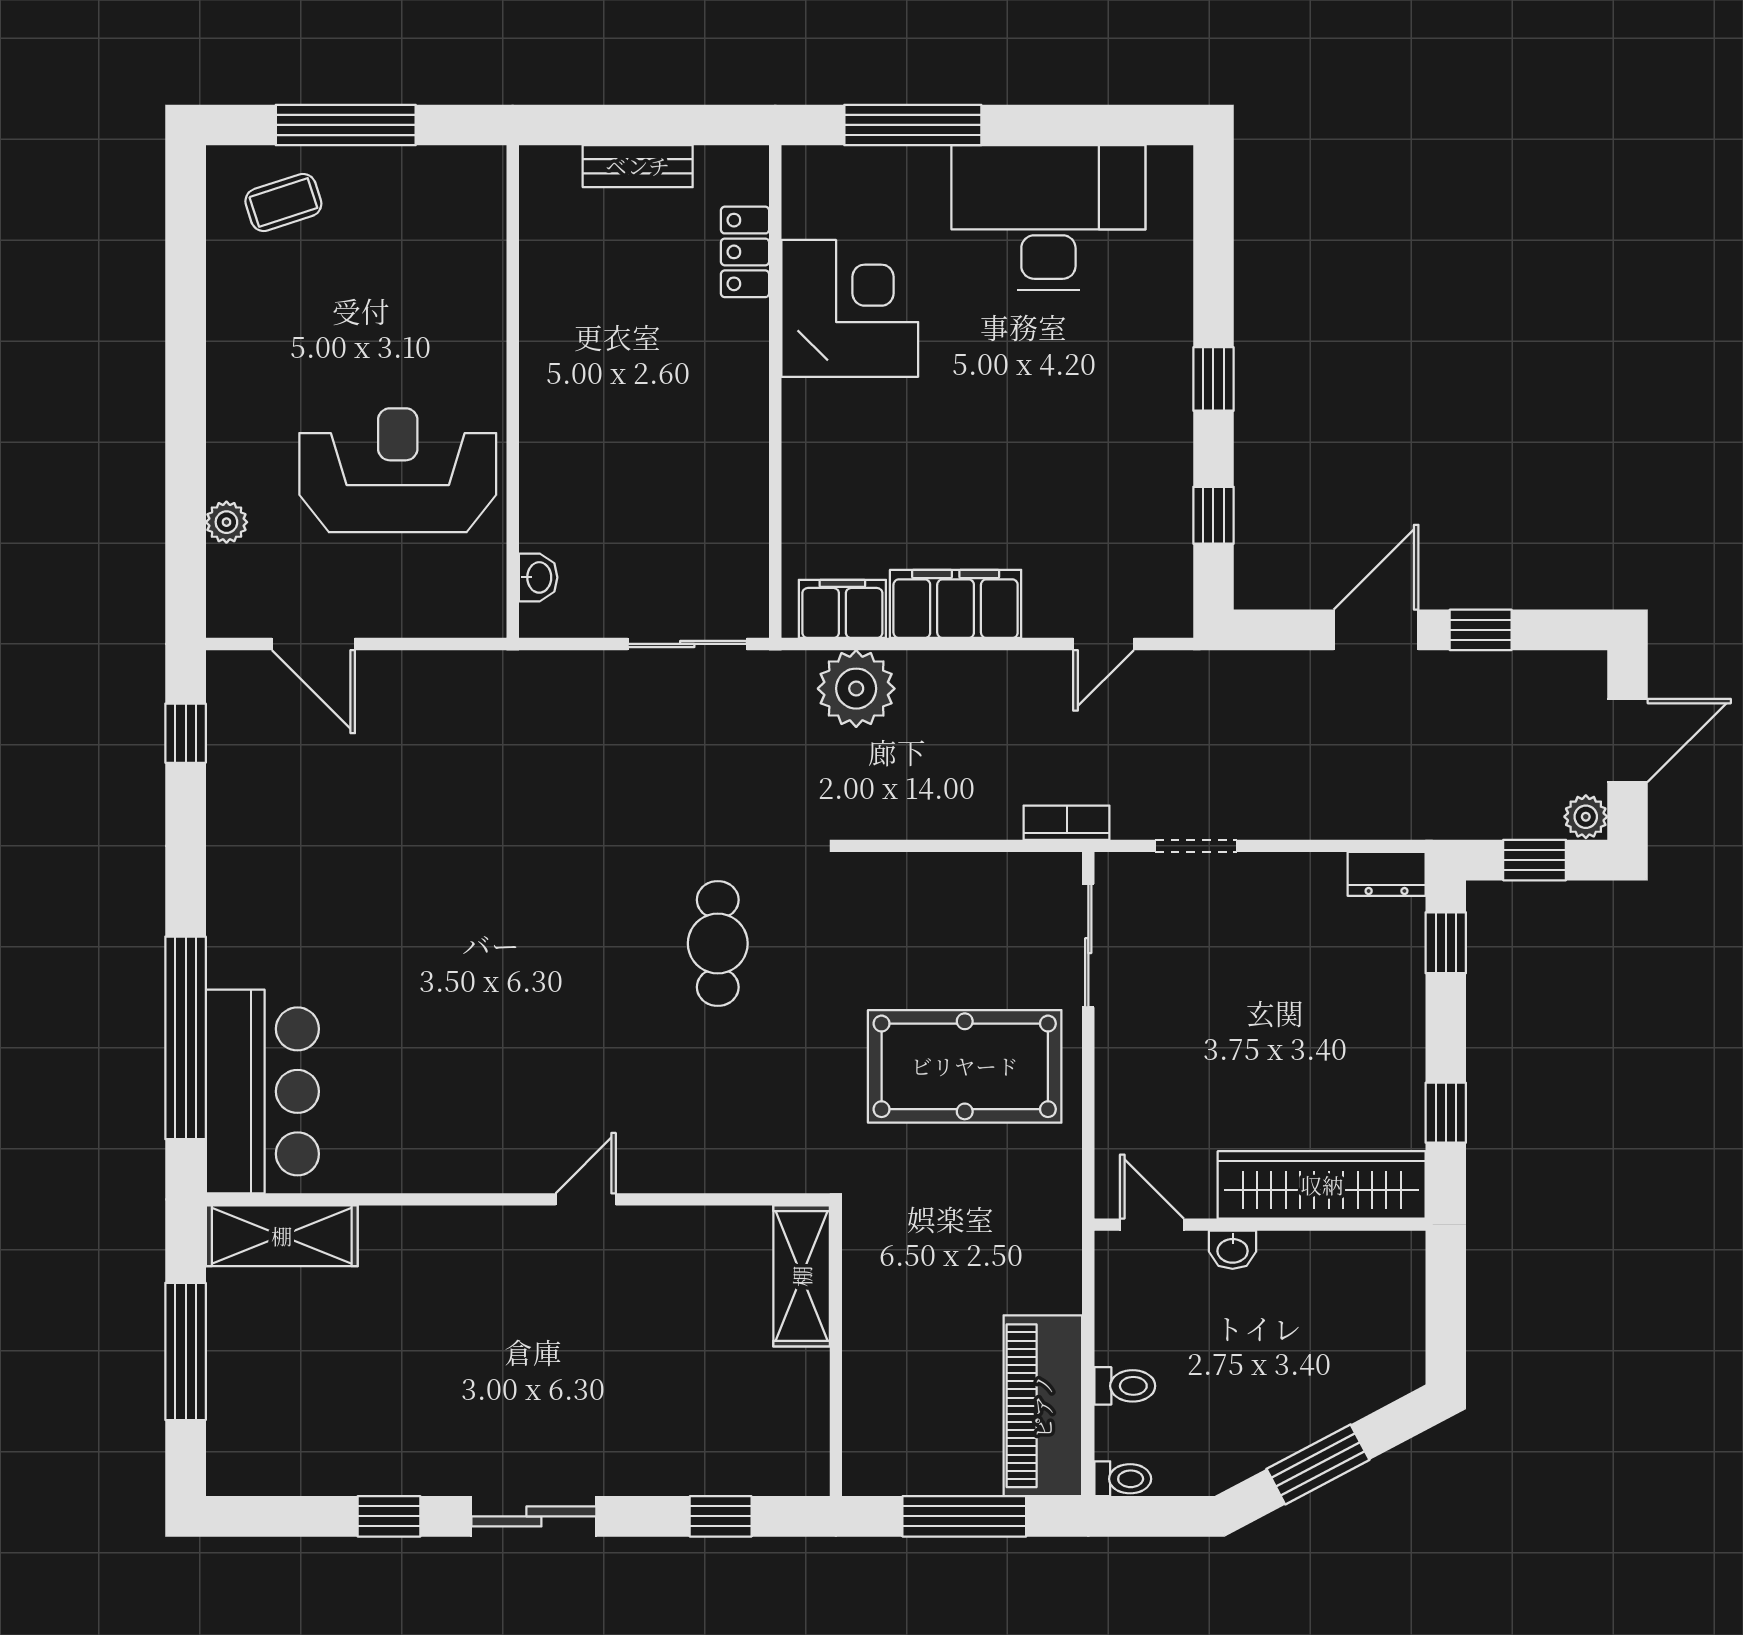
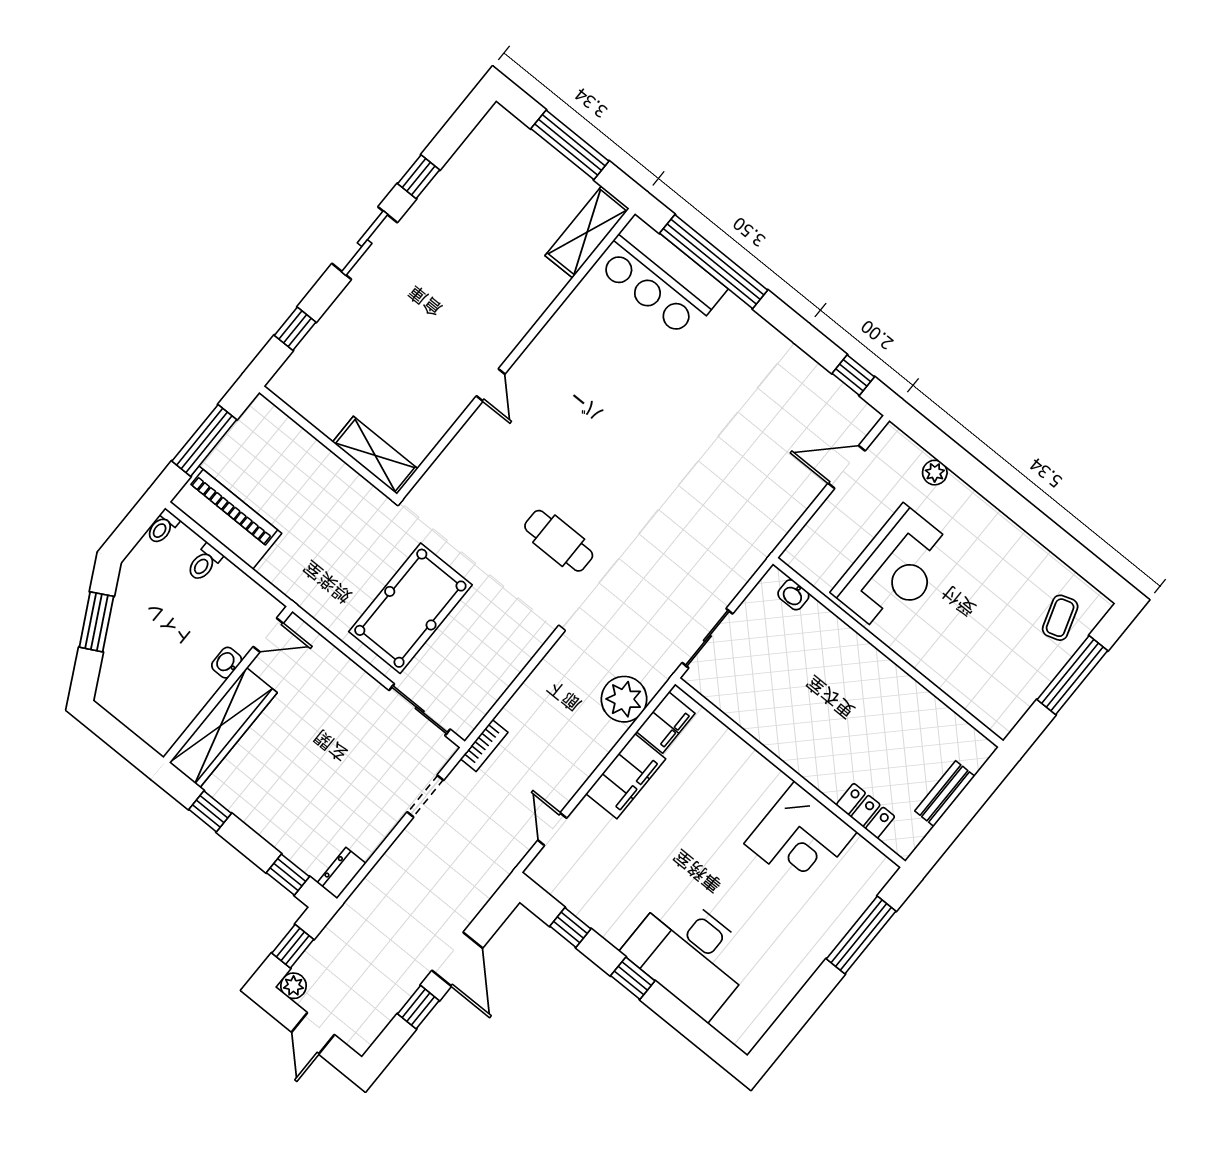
desk: (1048, 218) -> (690, 954), moved, turned 90
door: (1627, 740) -> (313, 1033), width x0.73

